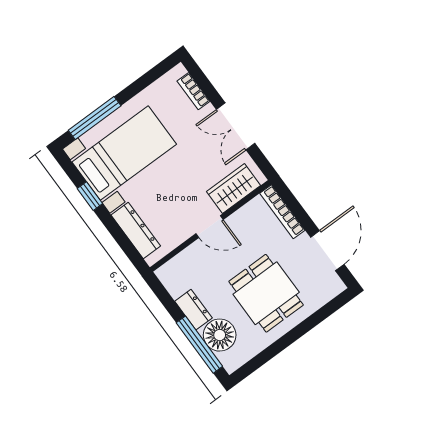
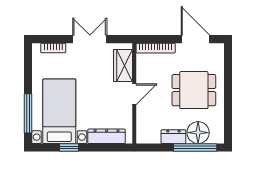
double door: (236, 126) -> (90, 39), swing flipped

